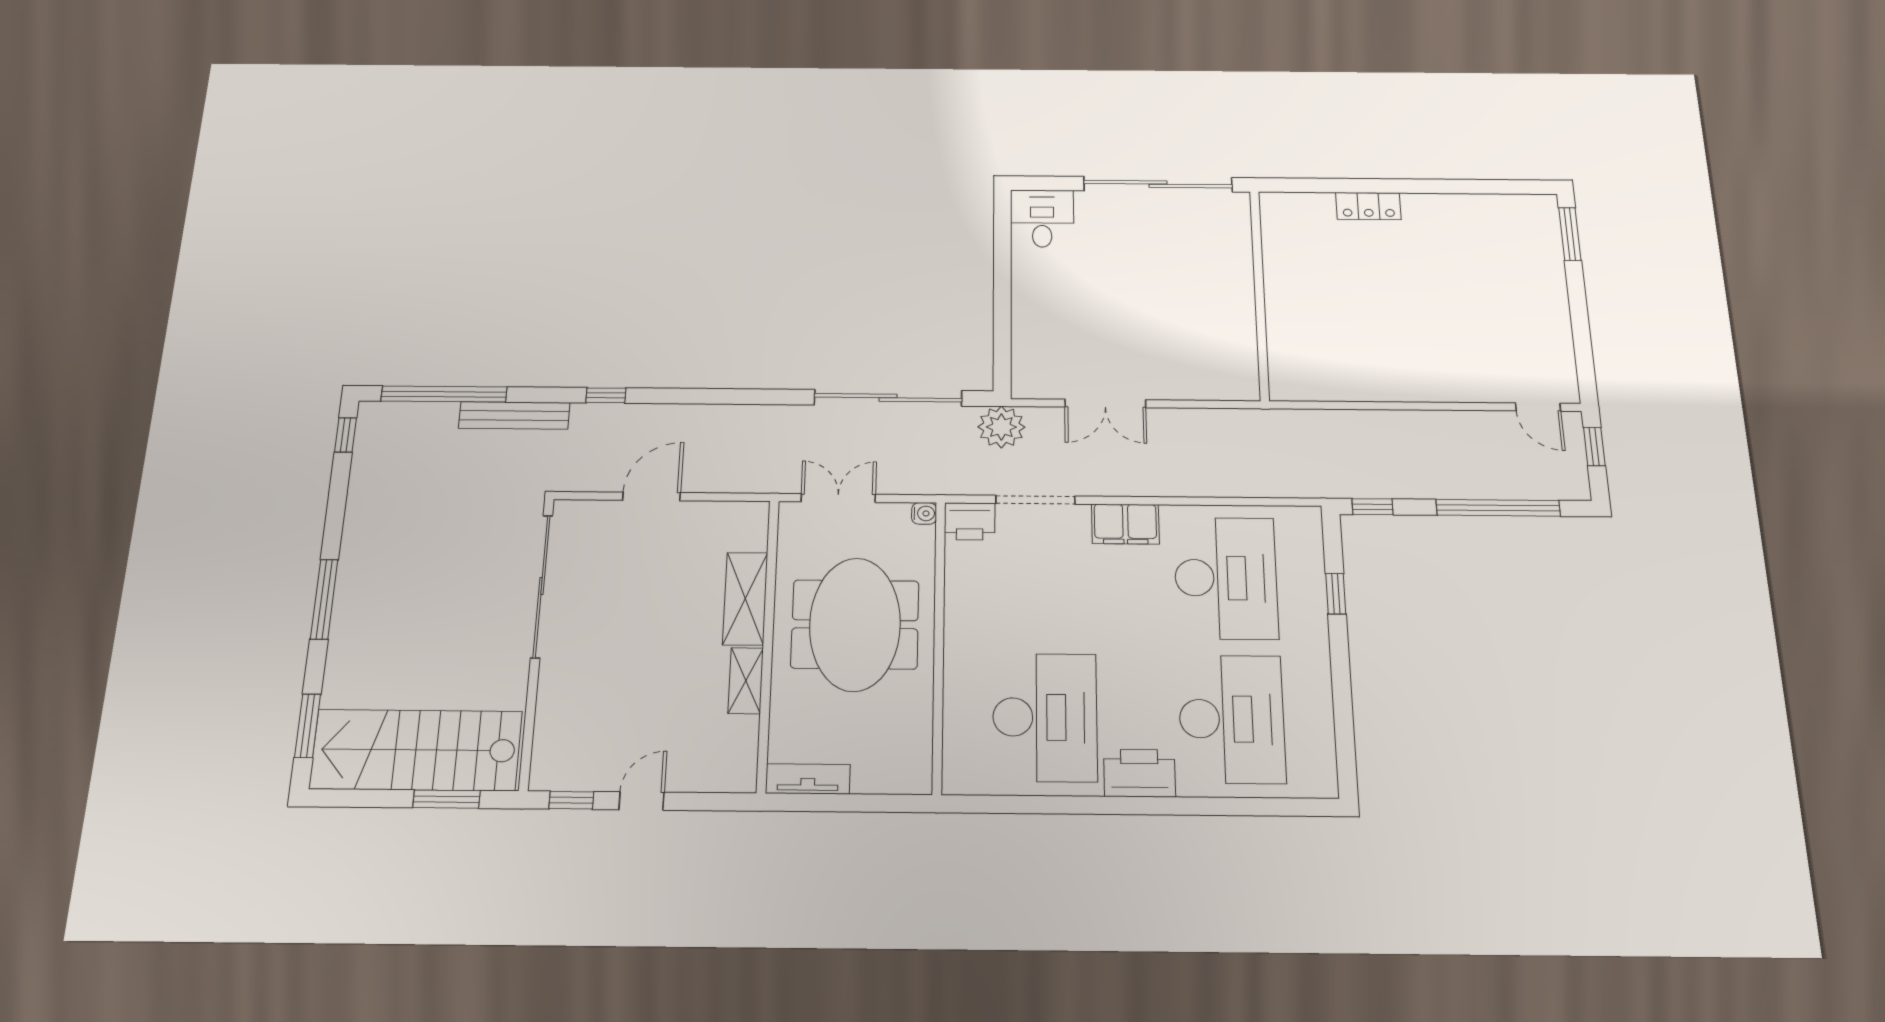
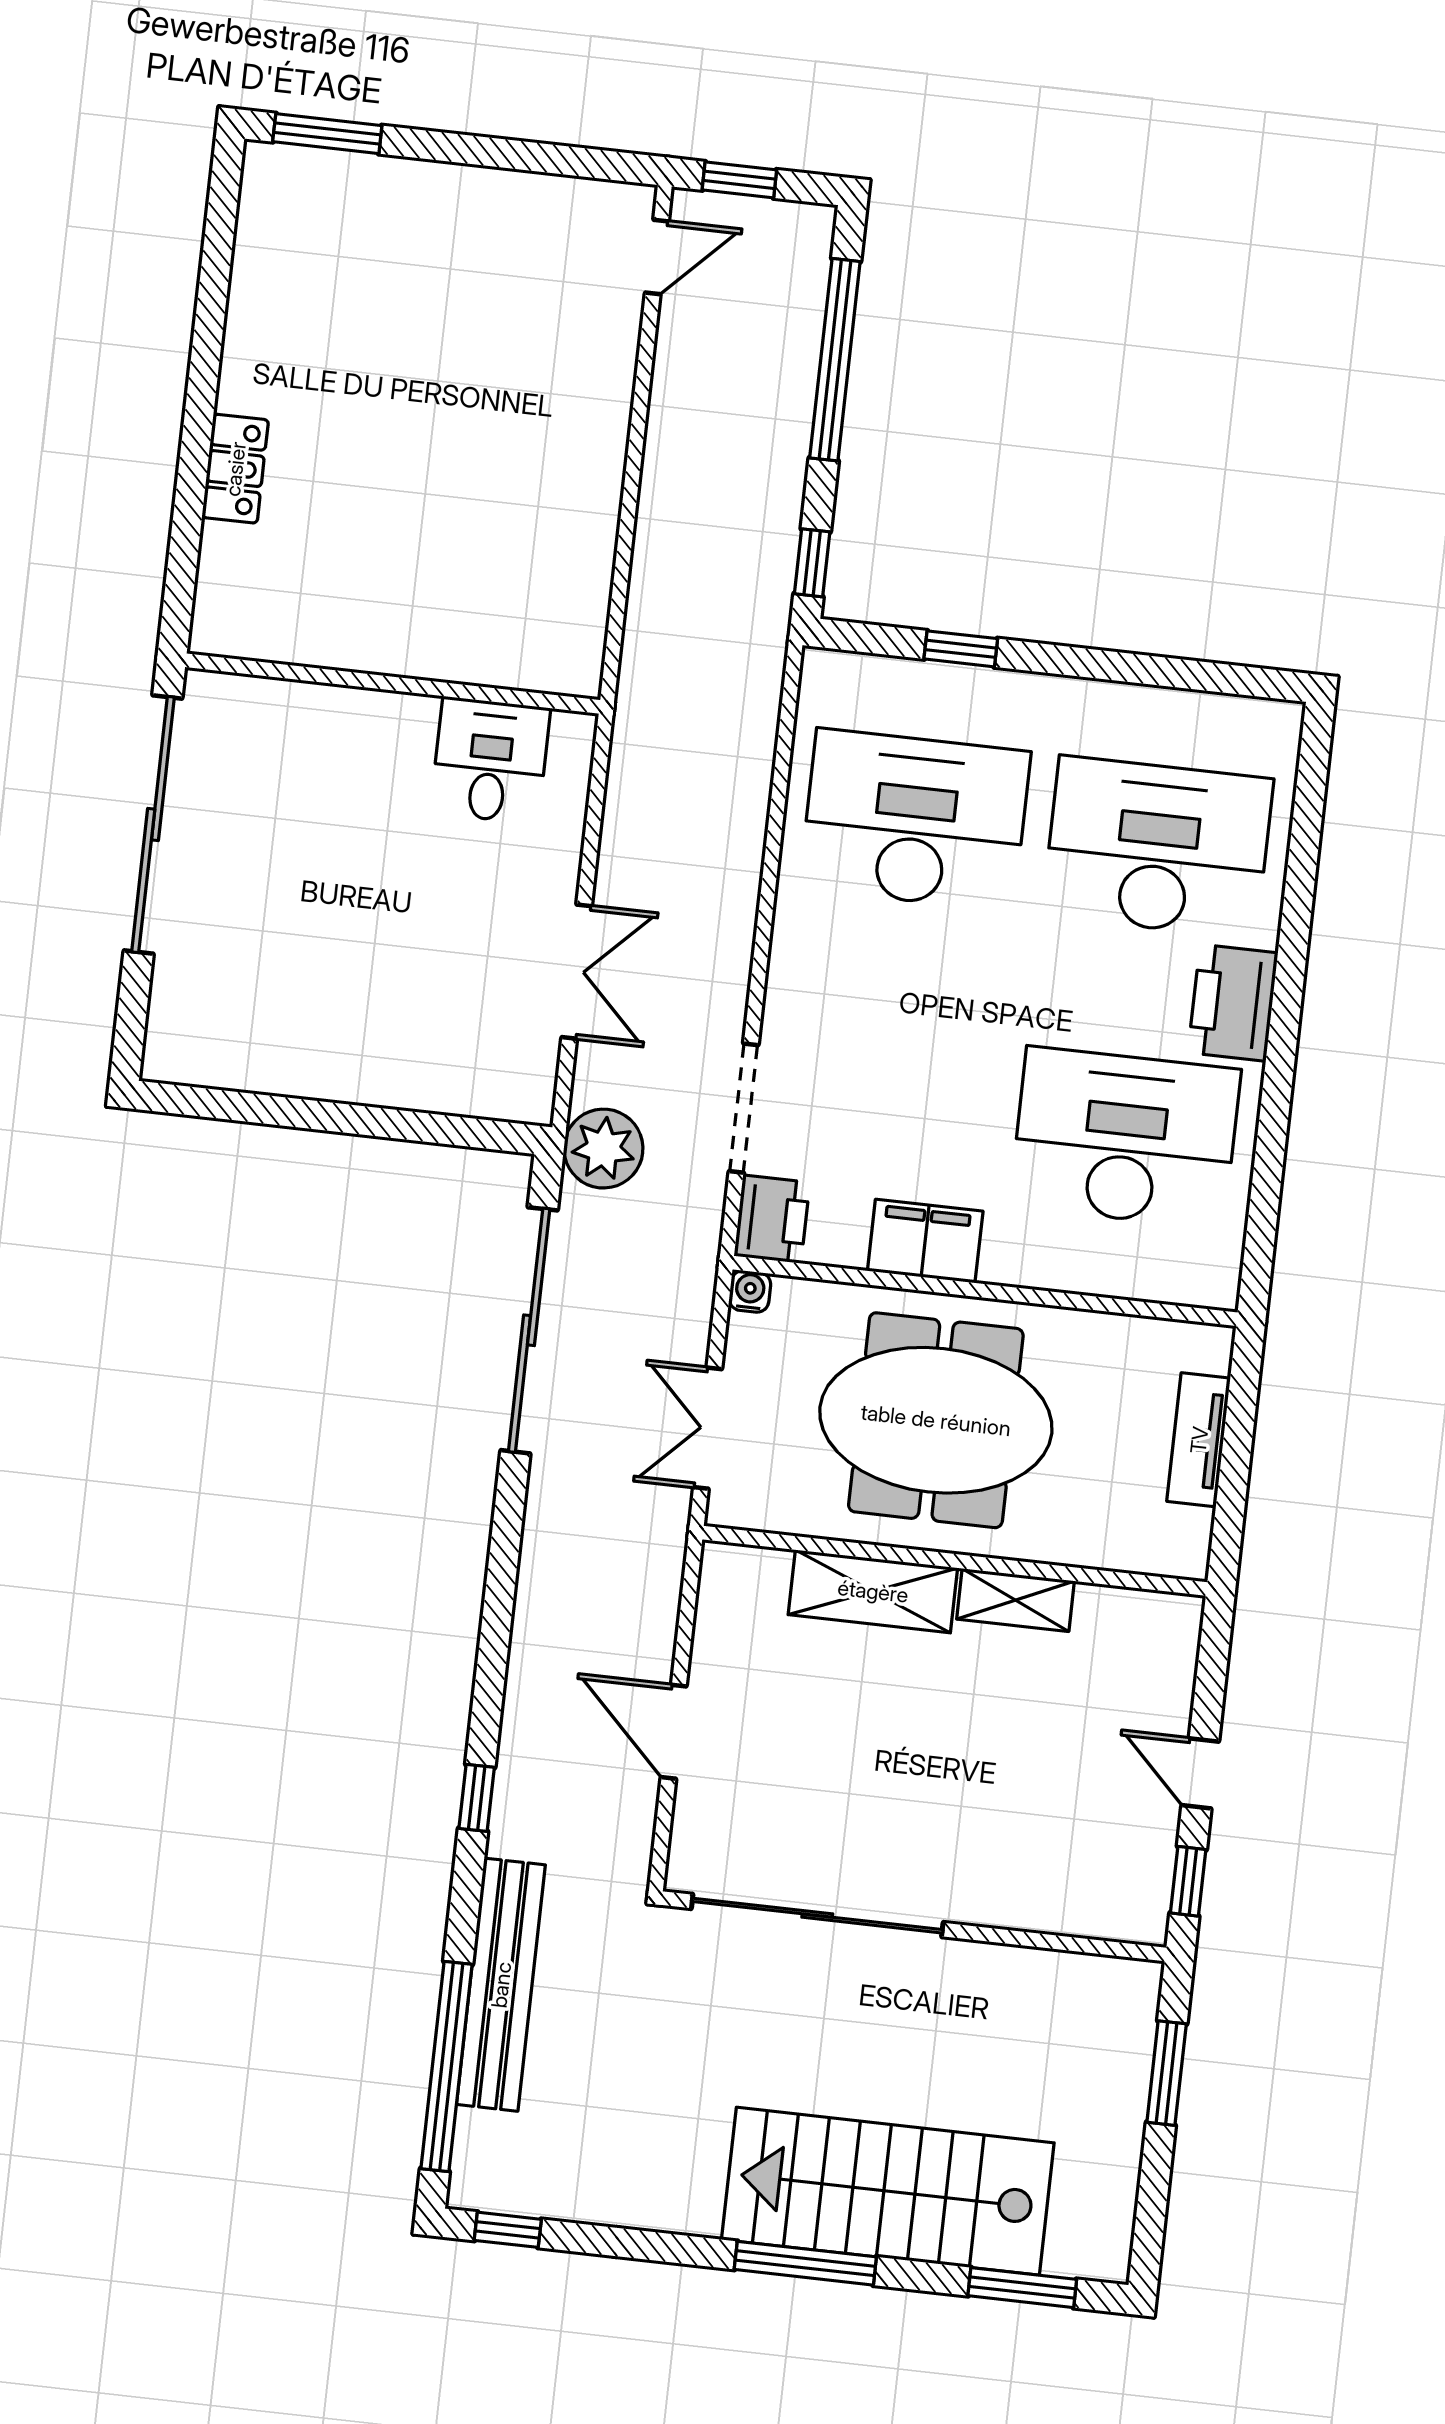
desk: (1042, 218) -> (490, 760), moved, turned 90
bench: (514, 415) -> (501, 1985), width x1.37, depth x1.21
filing cabinet: (1125, 524) -> (925, 1241), moved, turned -90
stairs: (416, 750) -> (888, 2191), moved, turned 90
tv unit: (808, 779) -> (1199, 1440), moved

